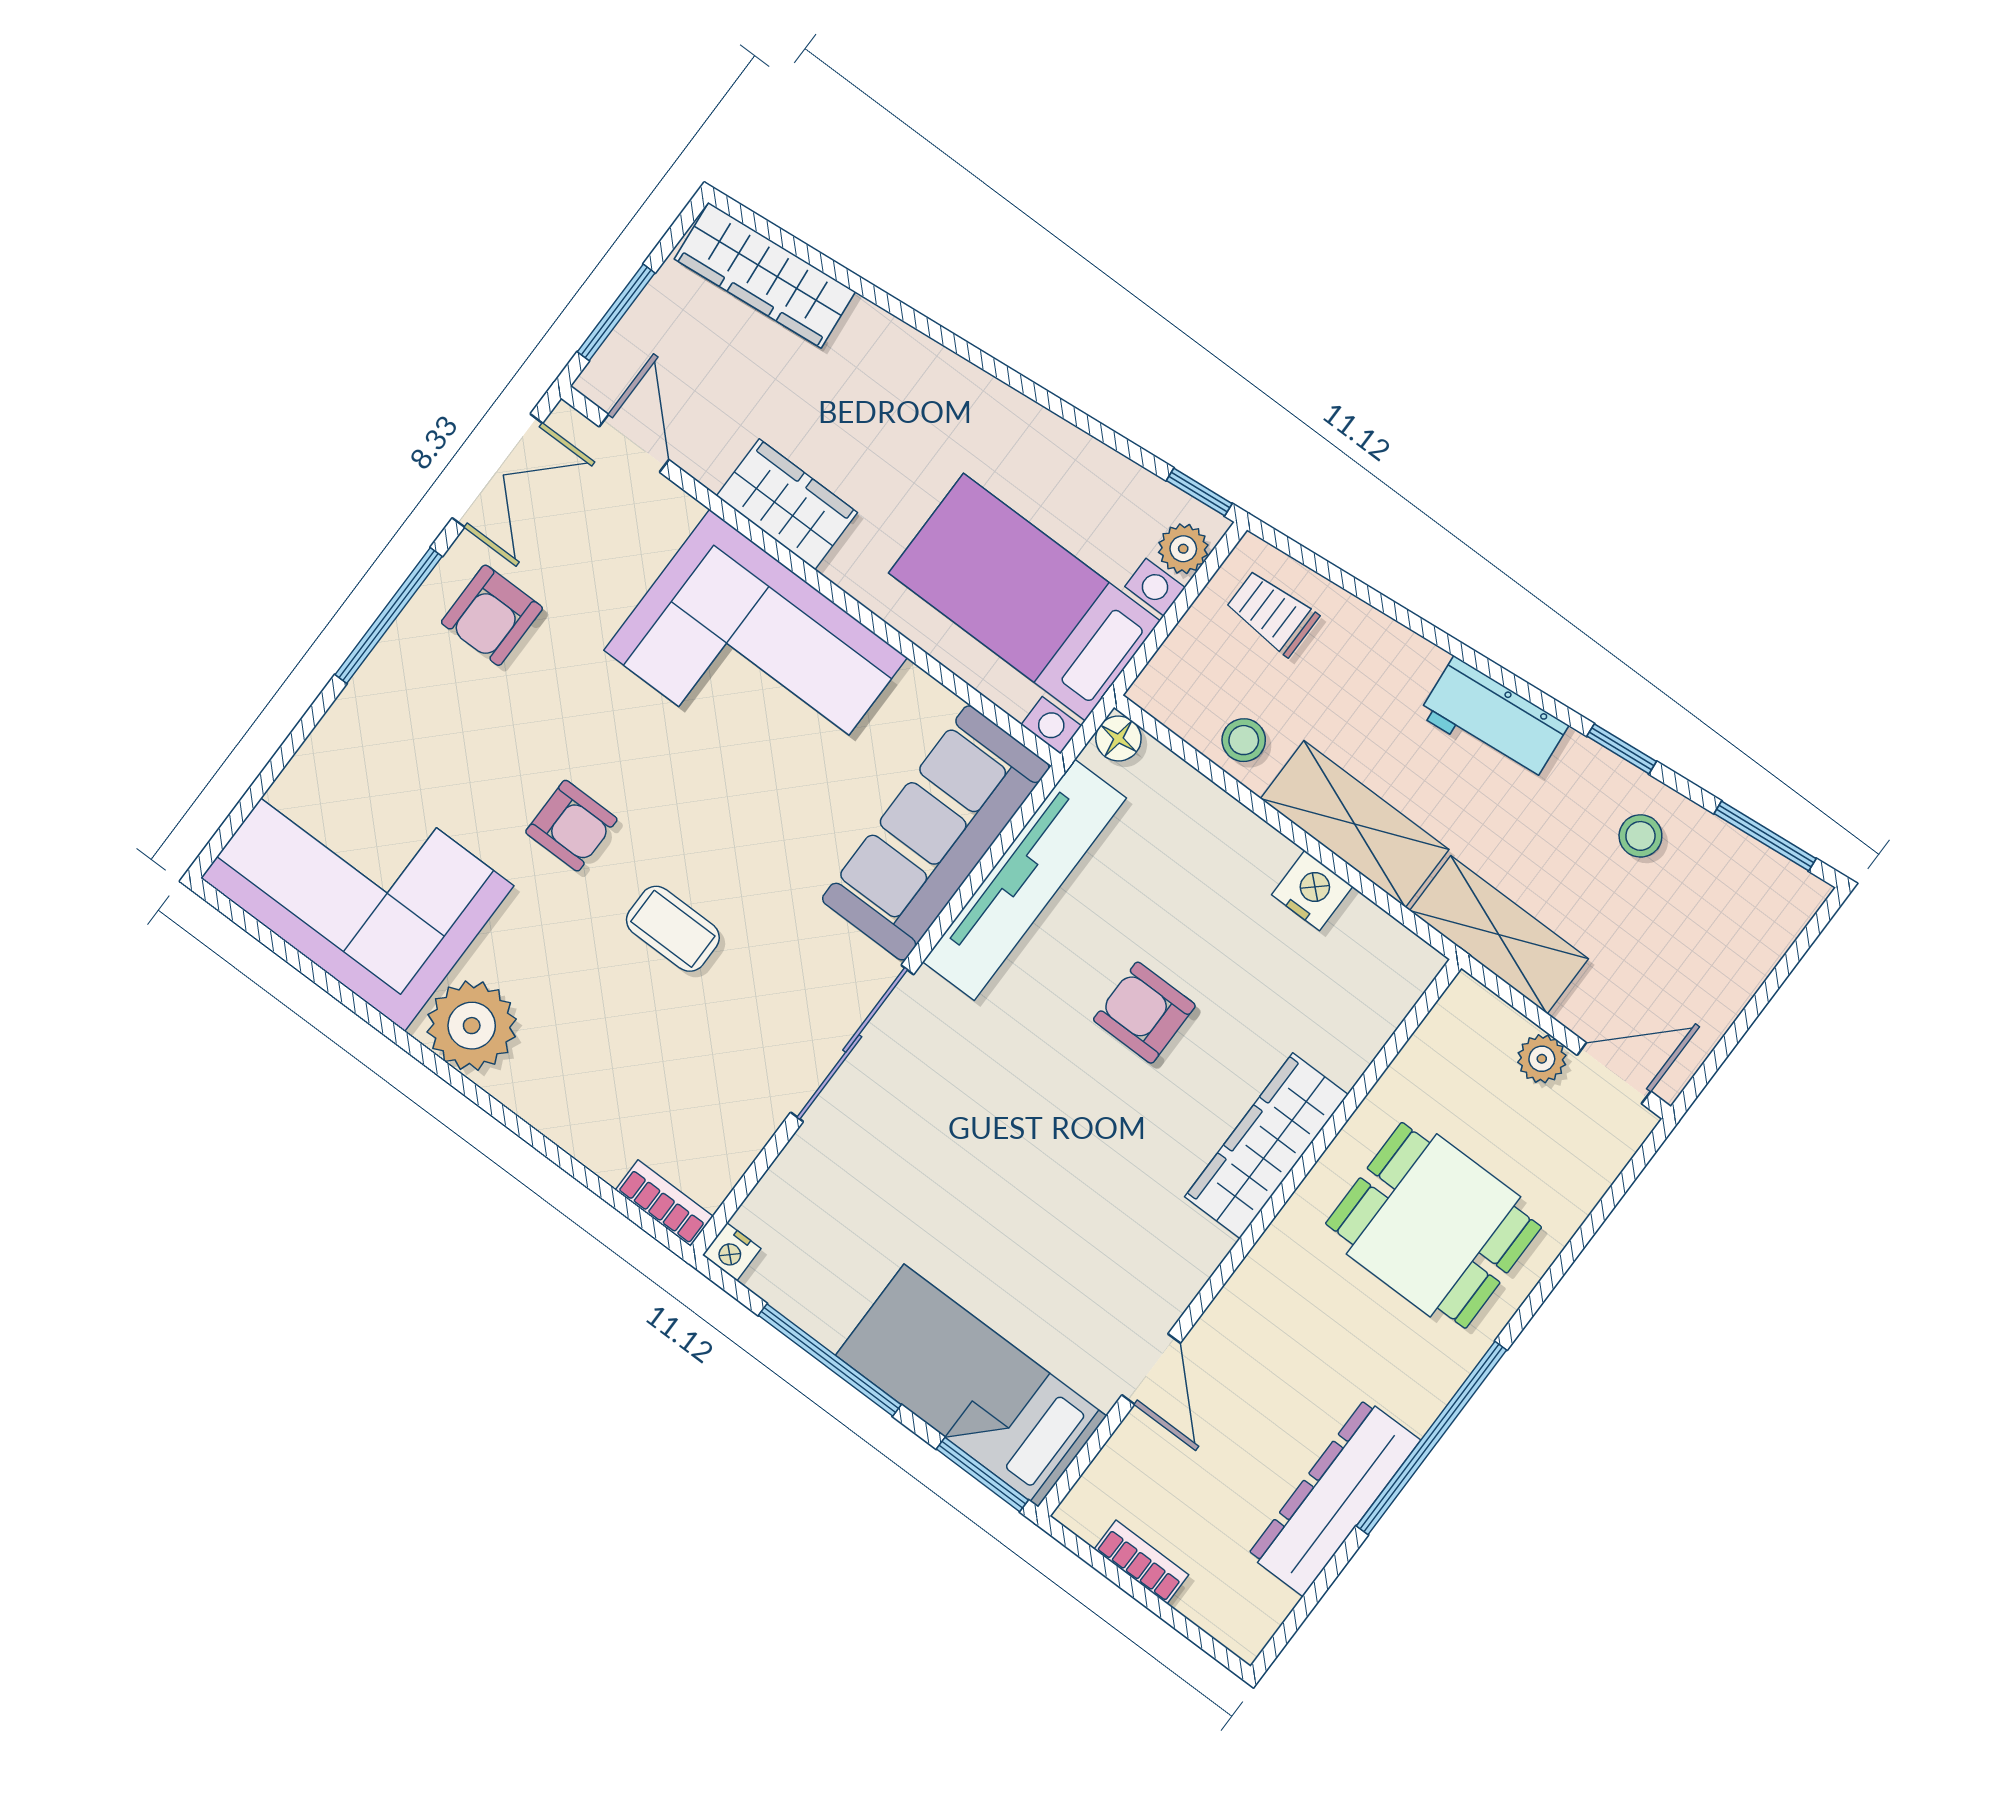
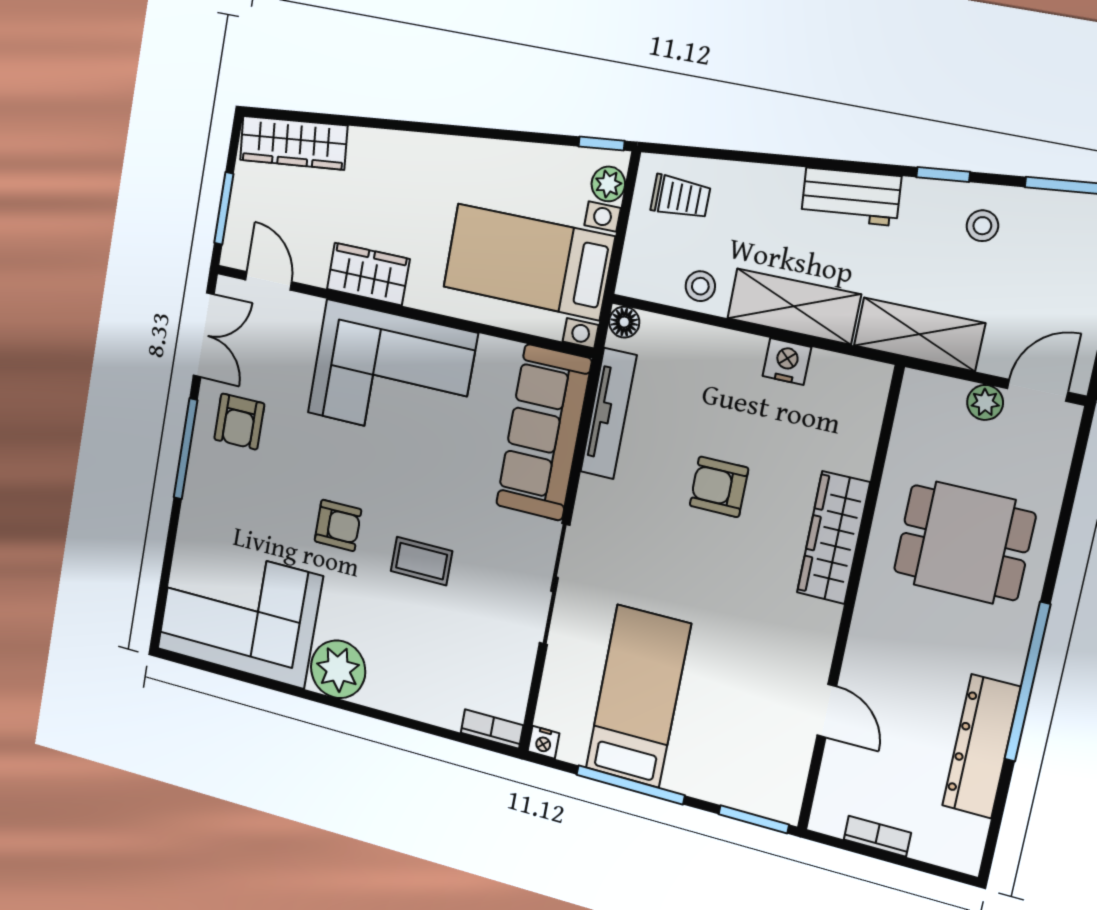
trolley: (1272, 613) -> (681, 197), turned 180
tv unit: (1025, 880) -> (609, 414), width x0.73, depth x0.78
bed: (971, 1386) -> (638, 696), moved, turned 90

